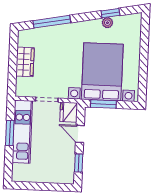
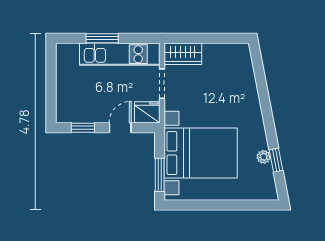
window: (52, 22) -> (262, 86), removed
wardrobe: (25, 62) -> (183, 54), moved
window: (103, 104) -> (160, 175), moved
window: (10, 133) -> (102, 38), moved

